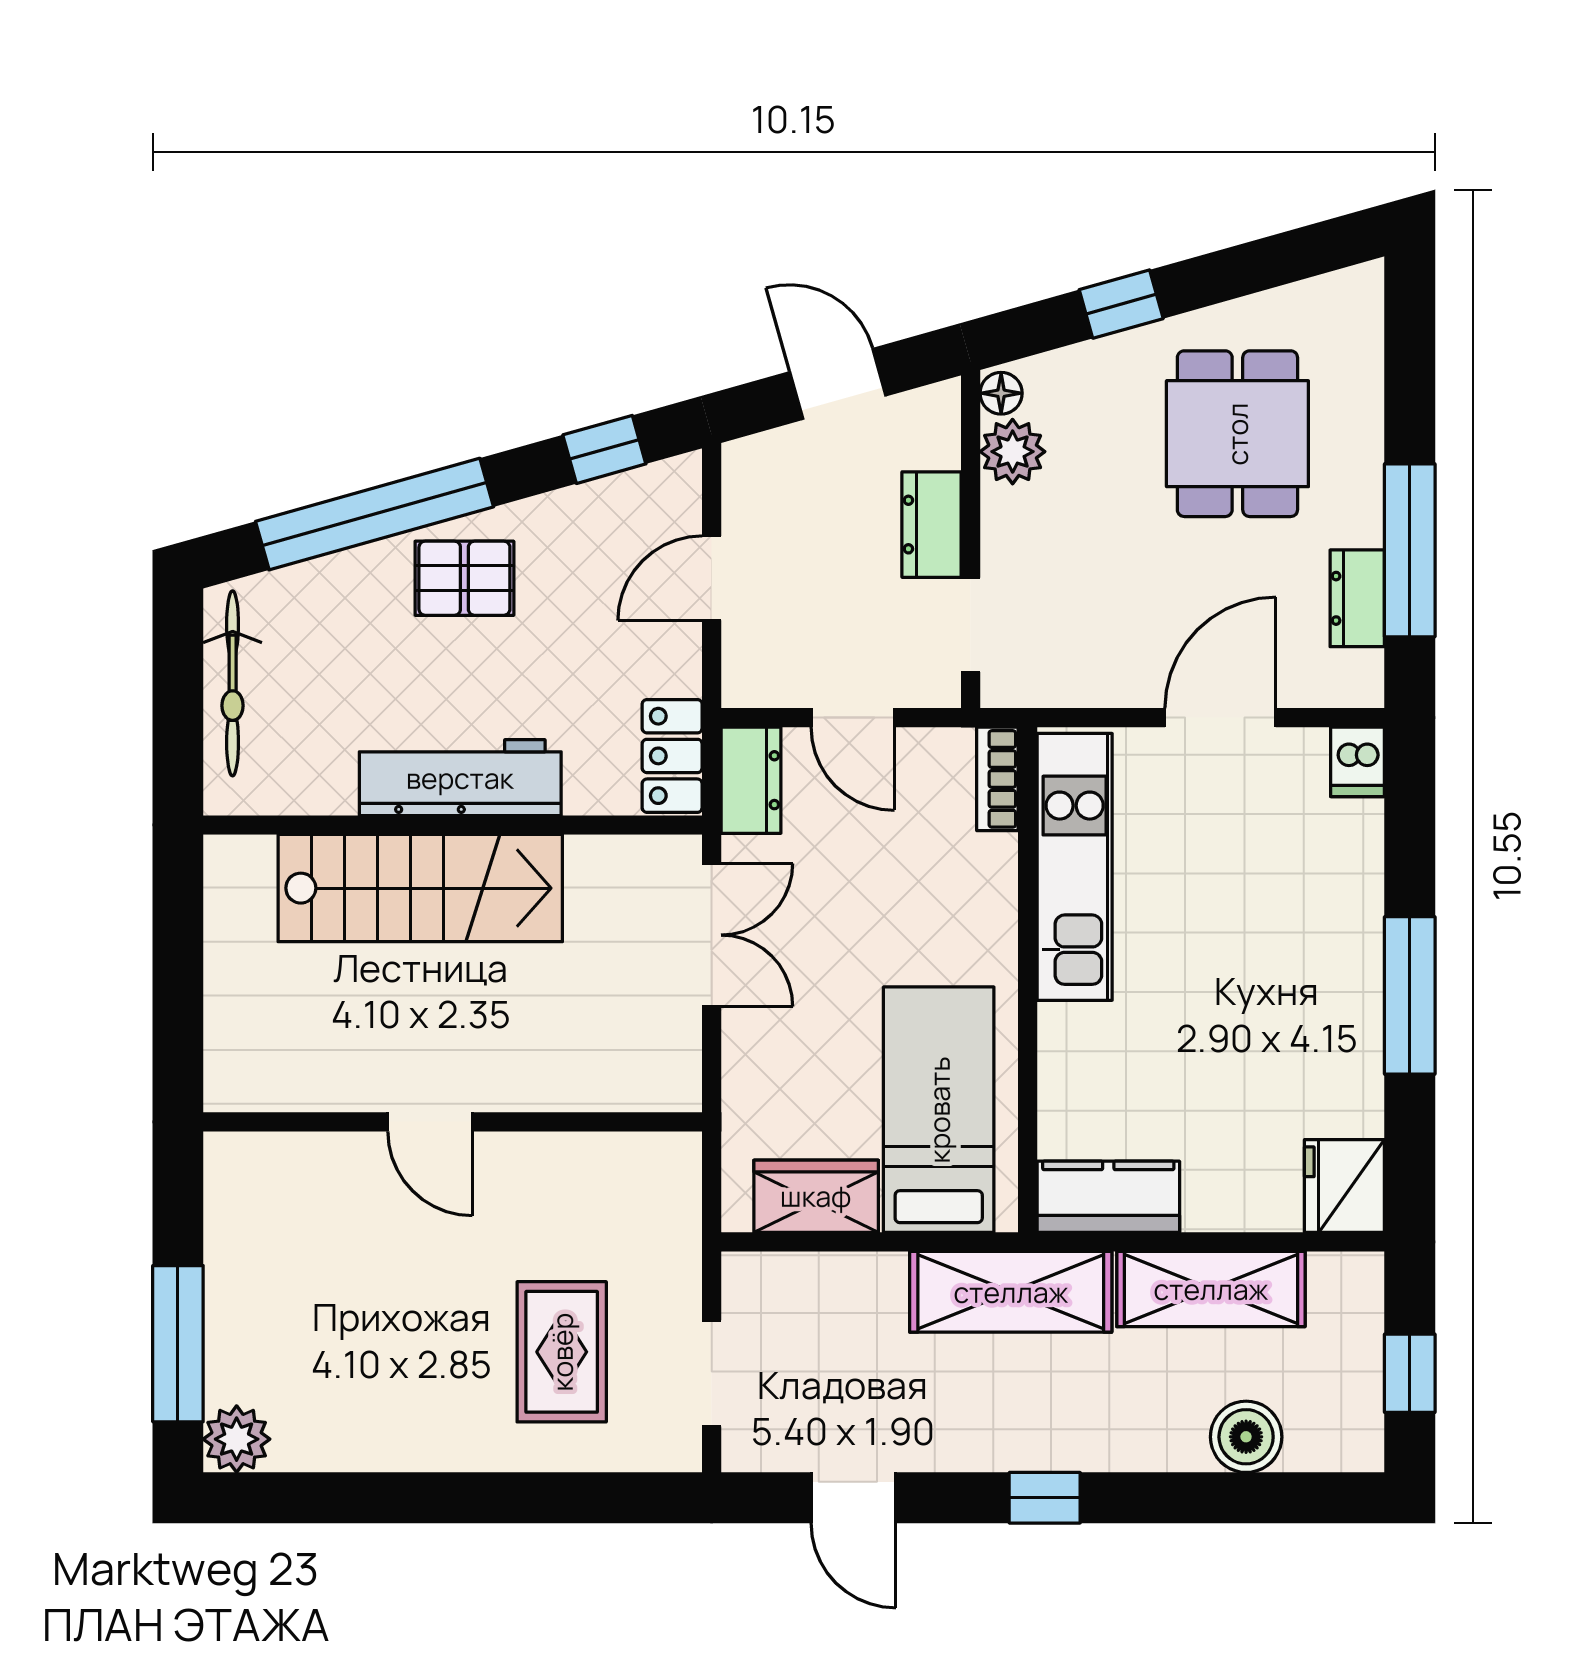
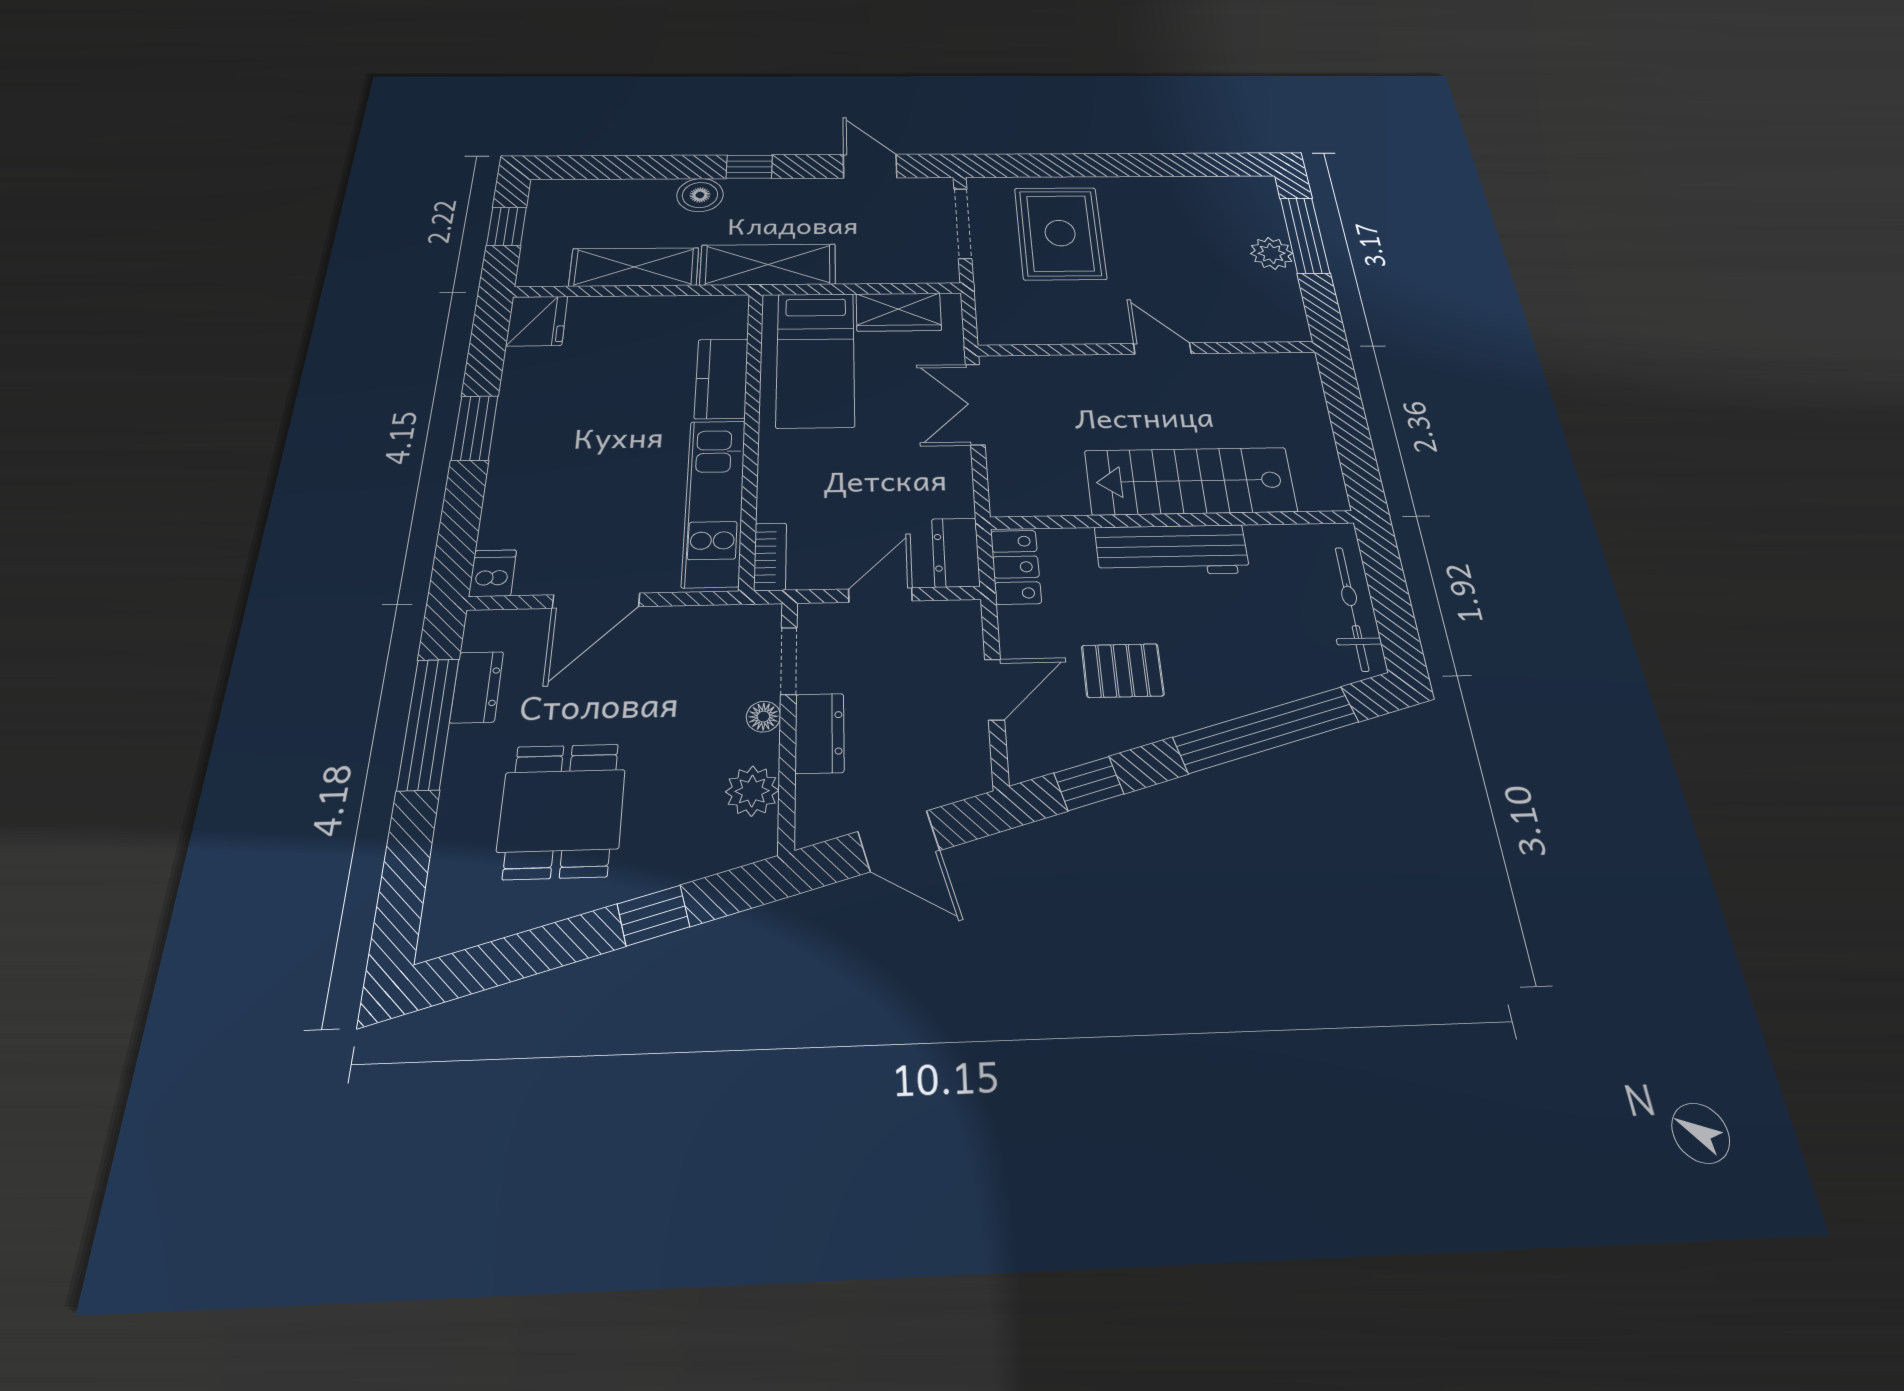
floor lamp: (1001, 393) -> (763, 717), moved
pallet: (464, 578) -> (1123, 670), moved
door: (853, 718) -> (880, 595), hinge flipped
double door: (712, 935) -> (975, 404), moved
window: (1410, 995) -> (475, 428), width x0.69
kitchen counter: (1108, 1197) -> (721, 378), moved, turned 90
rug: (562, 1352) -> (1060, 233), width x1.36, depth x1.43
doorway: (712, 1373) -> (963, 223), width x1.38
boiler: (1246, 1437) -> (700, 195), moved
plant: (237, 1439) -> (1272, 253), moved

